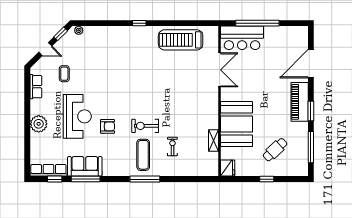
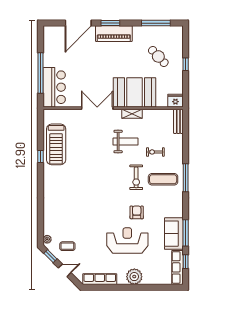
window: (139, 23) -> (41, 156), moved
door: (45, 49) -> (65, 270), hinge flipped
door: (311, 64) -> (78, 23), hinge flipped
double door: (220, 70) -> (97, 108), moved
coffee table: (64, 74) -> (67, 246), moved
row of seats: (36, 87) -> (100, 279), width x1.48
window: (311, 111) -> (110, 23), moved
weight bench: (184, 114) -> (125, 142), added
shelving: (214, 141) -> (132, 114), moved
bench: (205, 171) -> (178, 121), added

